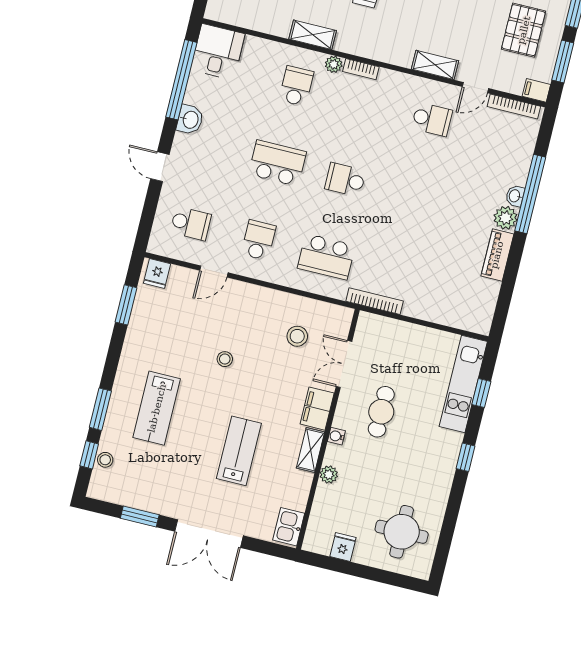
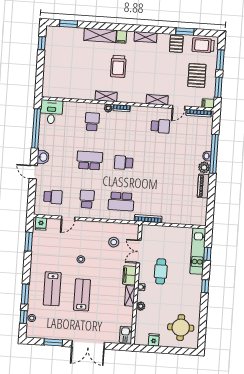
shelving: (313, 35) -> (106, 96), moved
washbasin: (190, 120) -> (43, 157), moved
lab bench: (239, 451) -> (82, 295), moved

